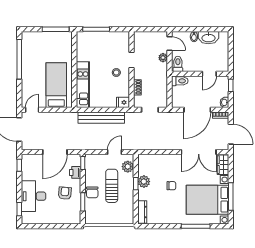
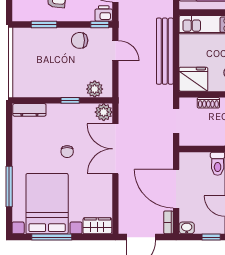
fridge: (123, 102) -> (193, 79), width x1.88, depth x1.34
door: (115, 152) -> (115, 51), moved
double door: (199, 152) -> (115, 149), moved
printer: (75, 172) -> (104, 14), moved
plant: (144, 182) -> (104, 112), moved
sun lounger: (112, 186) -> (67, 66), removed
chair: (92, 192) -> (80, 40), moved

